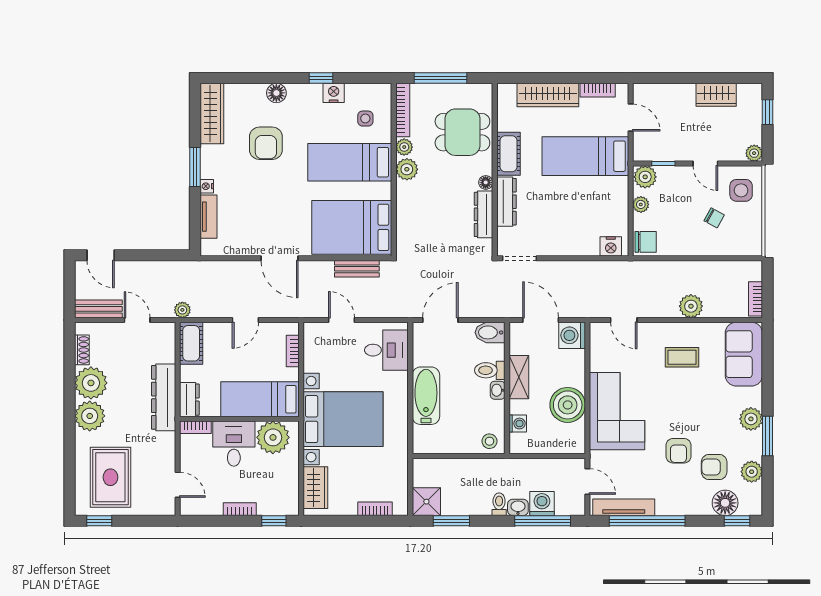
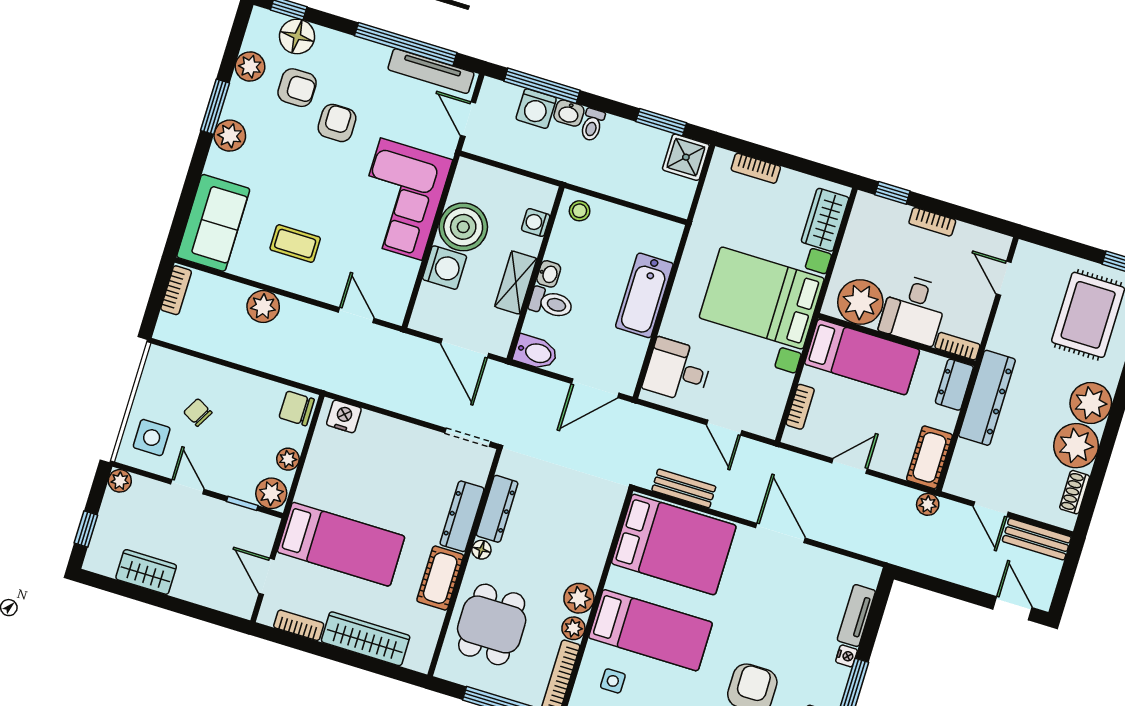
dining table: (462, 132) -> (492, 624), turned 90
washing machine: (572, 335) -> (445, 268), moved

